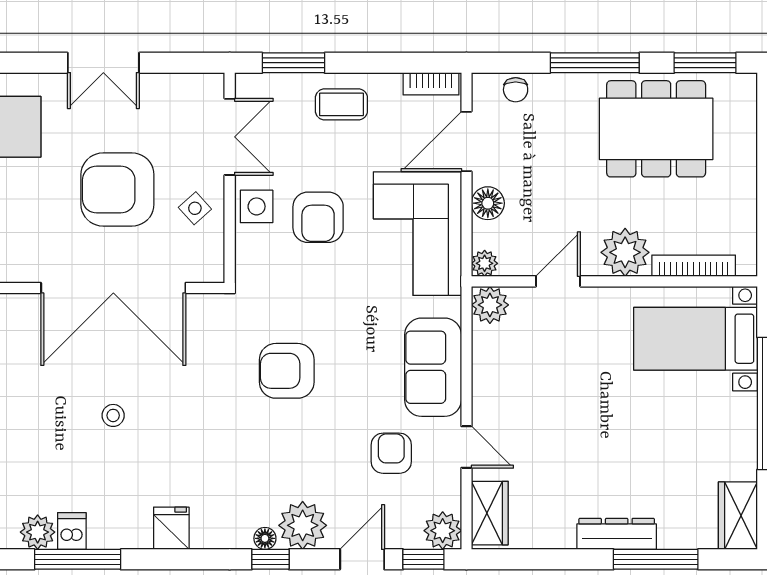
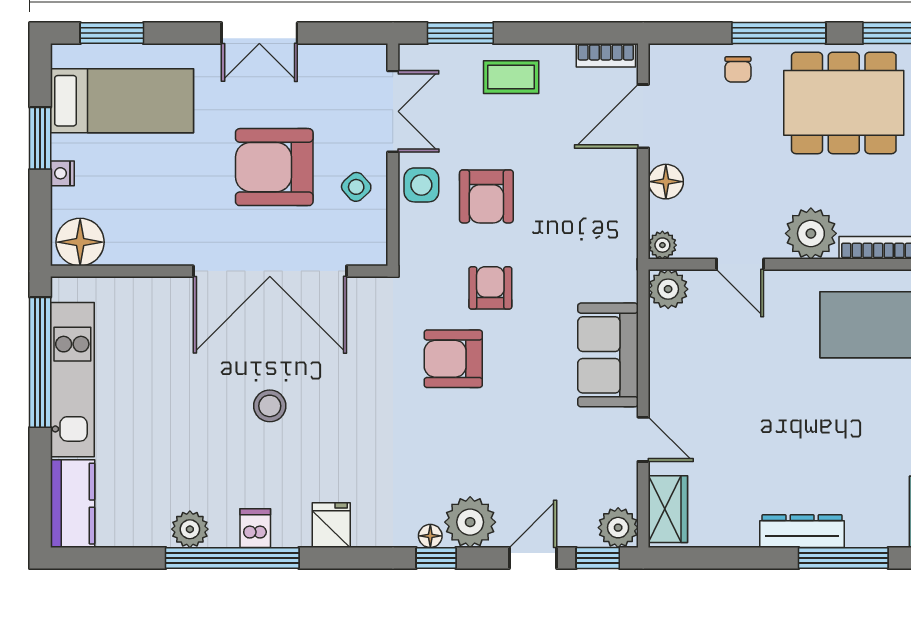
chair: (516, 90) -> (738, 69), moved
corner sofa: (417, 234) -> (591, 214), removed
door: (558, 281) -> (740, 264), swing flipped
stool: (113, 415) -> (270, 406), width x1.37, depth x1.37
armchair: (391, 453) -> (490, 288), moved
dishwasher: (72, 531) -> (255, 528), moved
window: (78, 559) -> (232, 558), width x1.46

